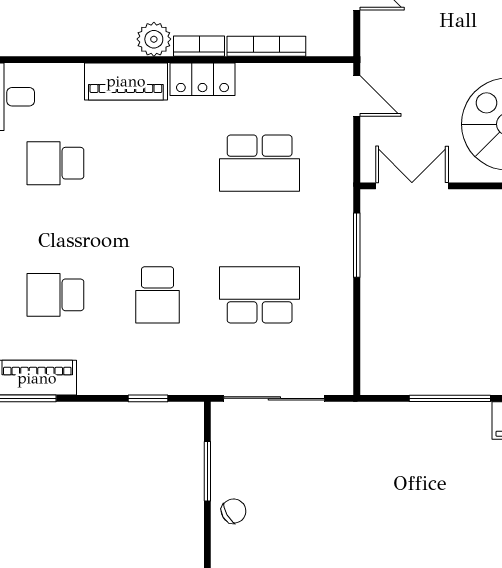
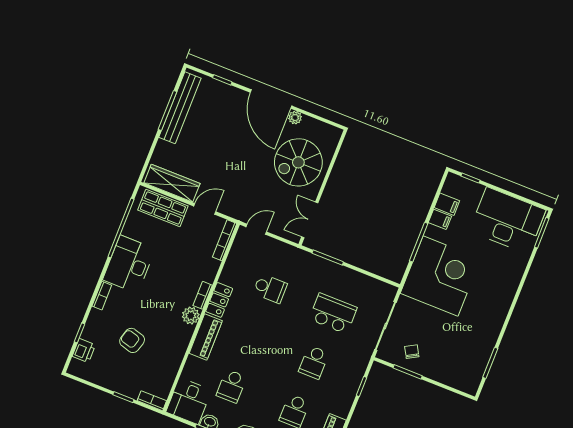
bookcase: (266, 46) -> (225, 240), moved
school desk: (260, 163) -> (270, 289), width x0.54
school desk: (158, 295) -> (314, 362), turned 90
school desk: (260, 295) -> (333, 313), turned 90
corner desk: (404, 462) -> (440, 276), added
chair: (234, 511) -> (412, 352), moved

